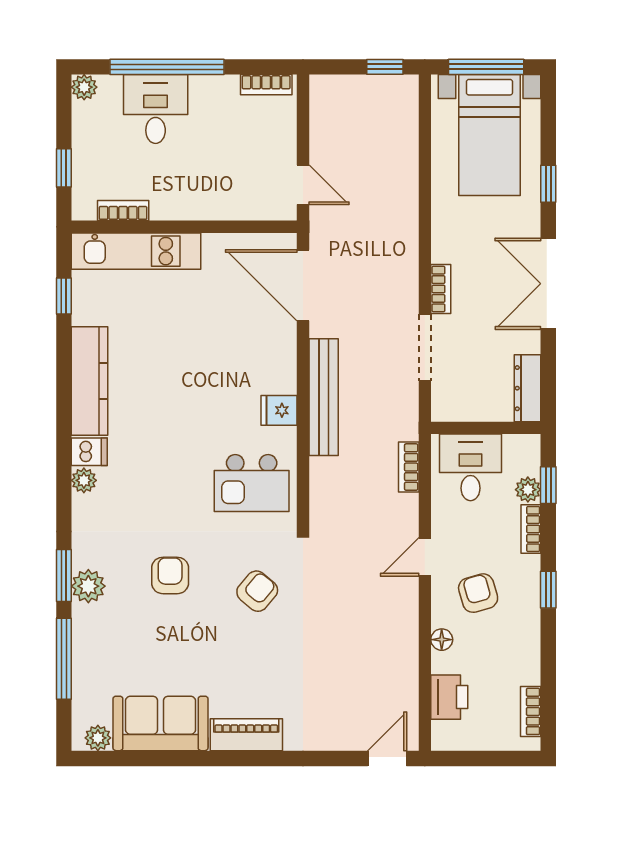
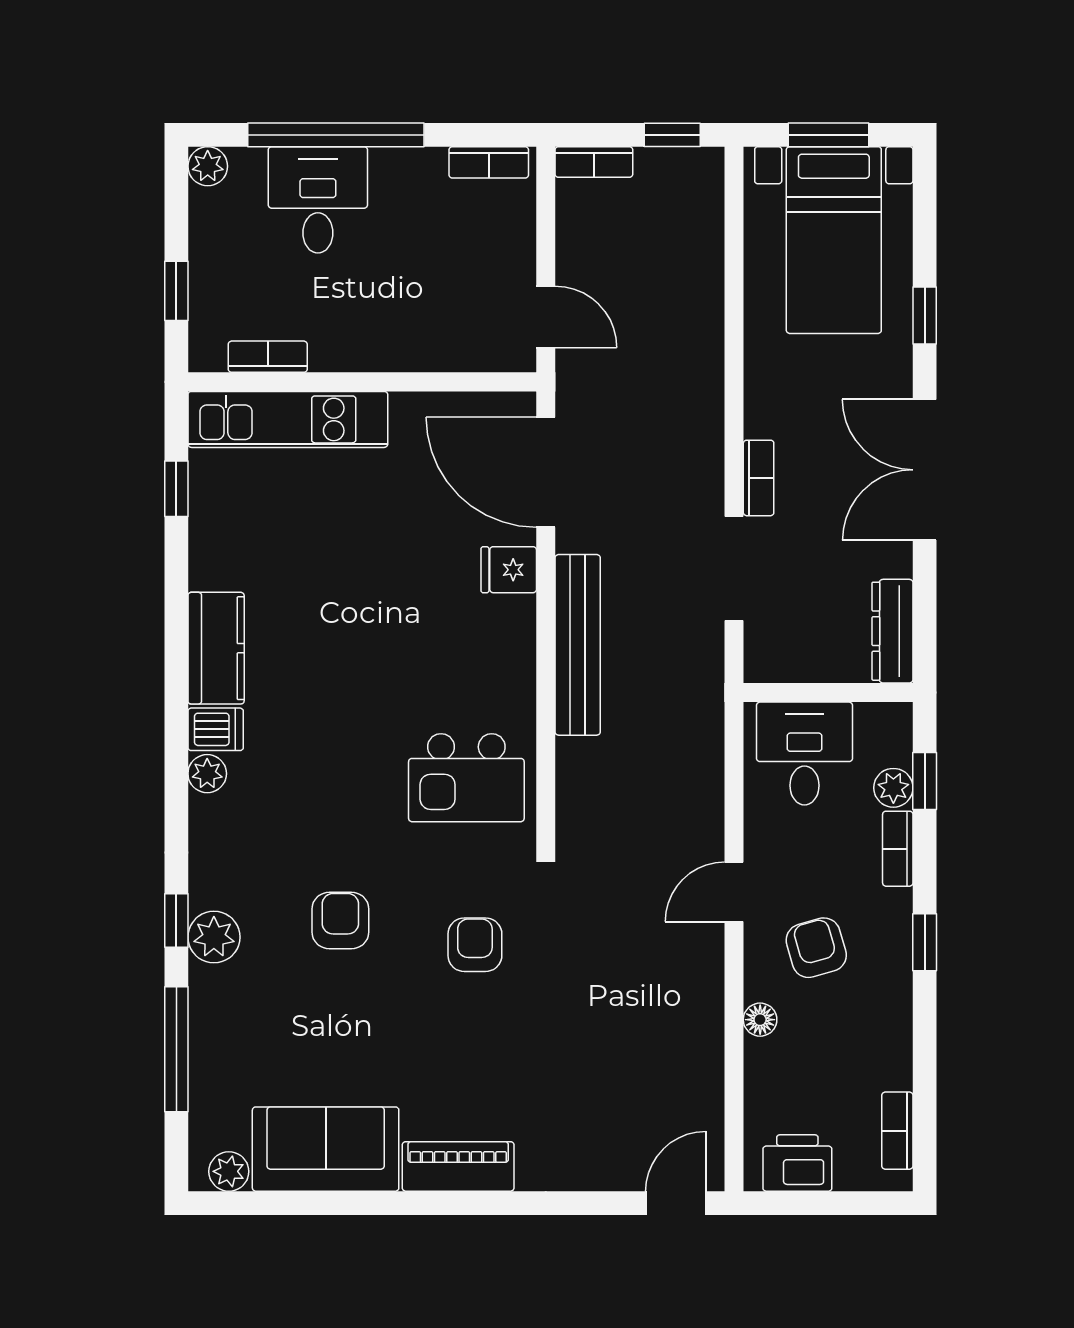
window: (486, 67) -> (829, 135), width x0.69
kitchen counter: (90, 381) -> (216, 648), width x0.67
fridge: (279, 410) -> (509, 570), moved
bookcase: (409, 467) -> (594, 162), moved, turned -90
window: (64, 575) -> (176, 921), width x0.67
armchair: (257, 591) -> (475, 945), turned -40
printer: (449, 697) -> (797, 1163), moved, turned -90

